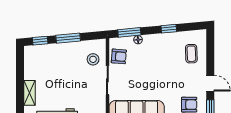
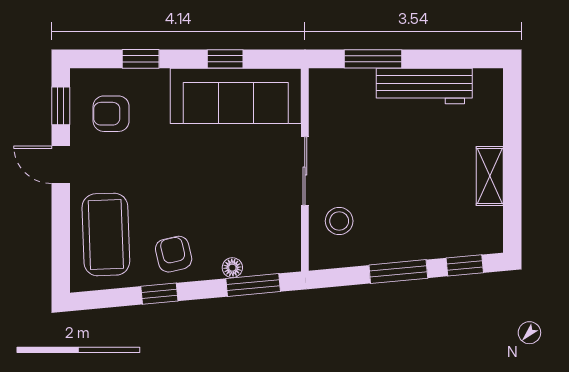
coffee table: (191, 54) -> (106, 234), width x1.86, depth x1.72
armchair: (119, 56) -> (174, 254), moved, turned 72
shelving: (30, 93) -> (490, 176), moved

